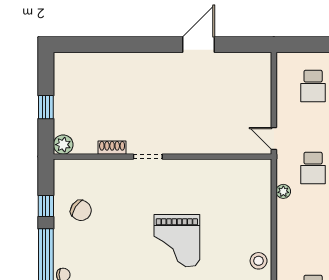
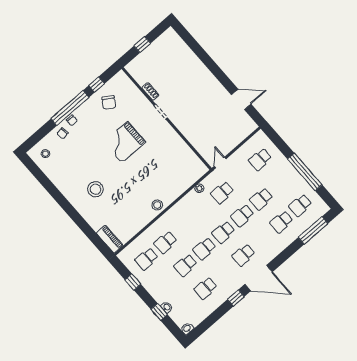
door: (198, 45) -> (241, 99), moved
plant: (63, 145) -> (132, 68), removed
grand piano: (177, 241) -> (125, 142), moved

